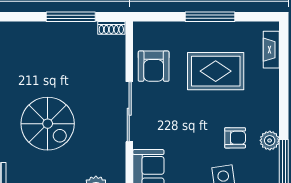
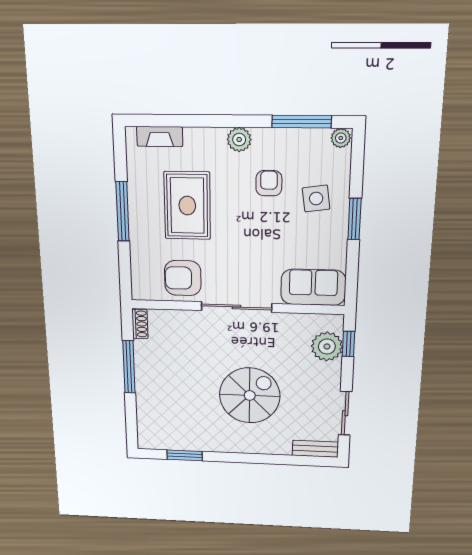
armchair: (154, 66) -> (183, 278), turned 180
plant: (270, 140) -> (239, 140), moved

